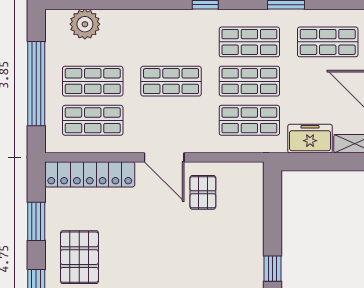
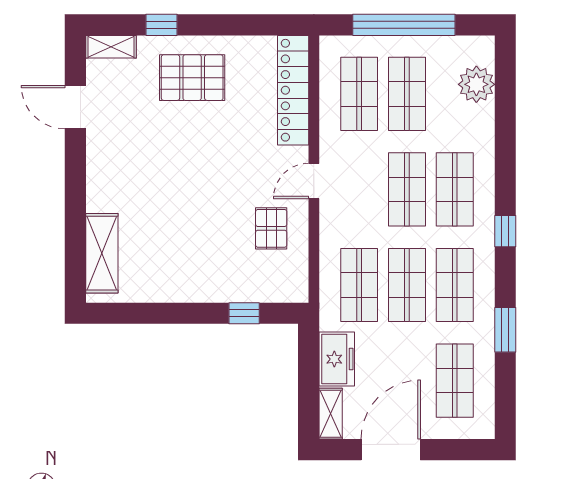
shop shelf: (171, 42) -> (455, 189), added
door: (164, 157) -> (314, 181), width x0.73
pallet: (203, 192) -> (271, 228), turned 90
window: (36, 221) -> (236, 25), removed
window: (272, 269) -> (244, 313), moved

